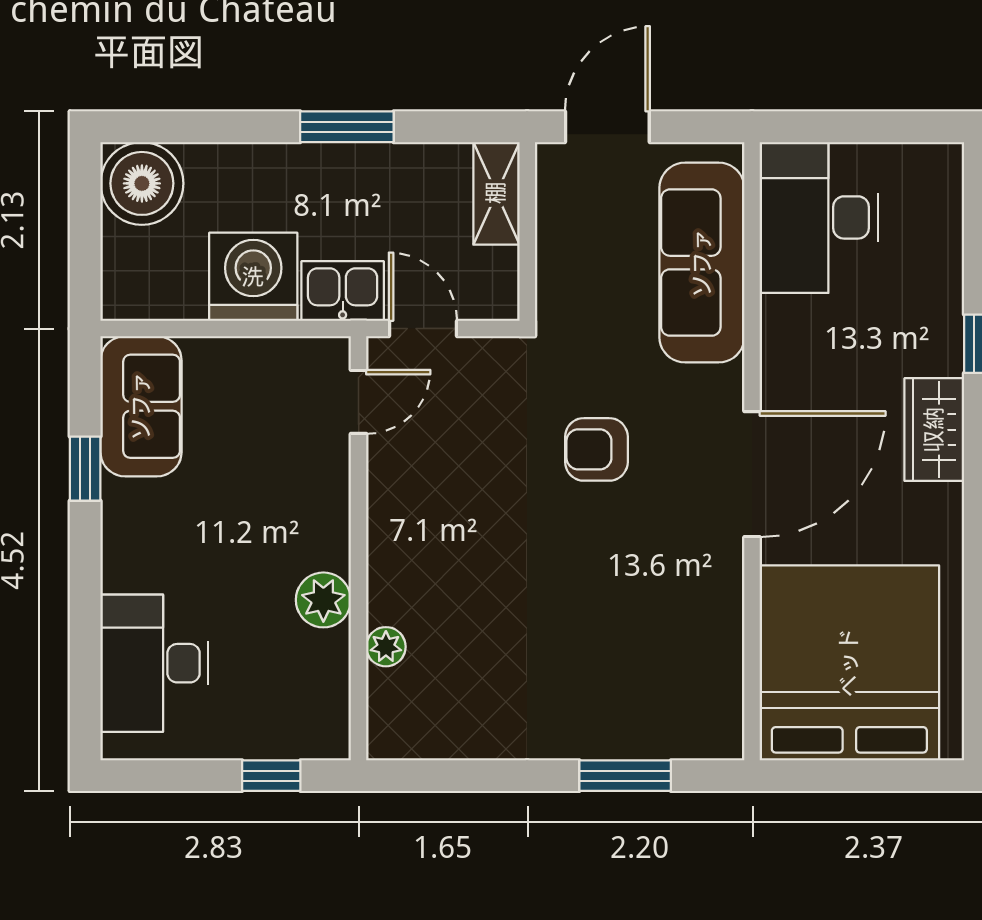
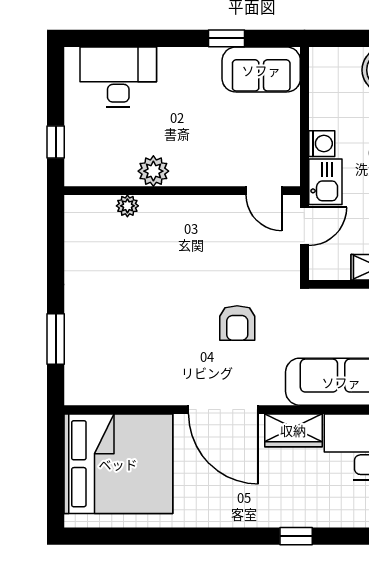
washing machine: (253, 277) -> (322, 144), width x0.53, depth x0.53
wardrobe: (934, 430) -> (293, 430), moved, turned 180
armchair: (596, 449) -> (237, 323), turned 180

